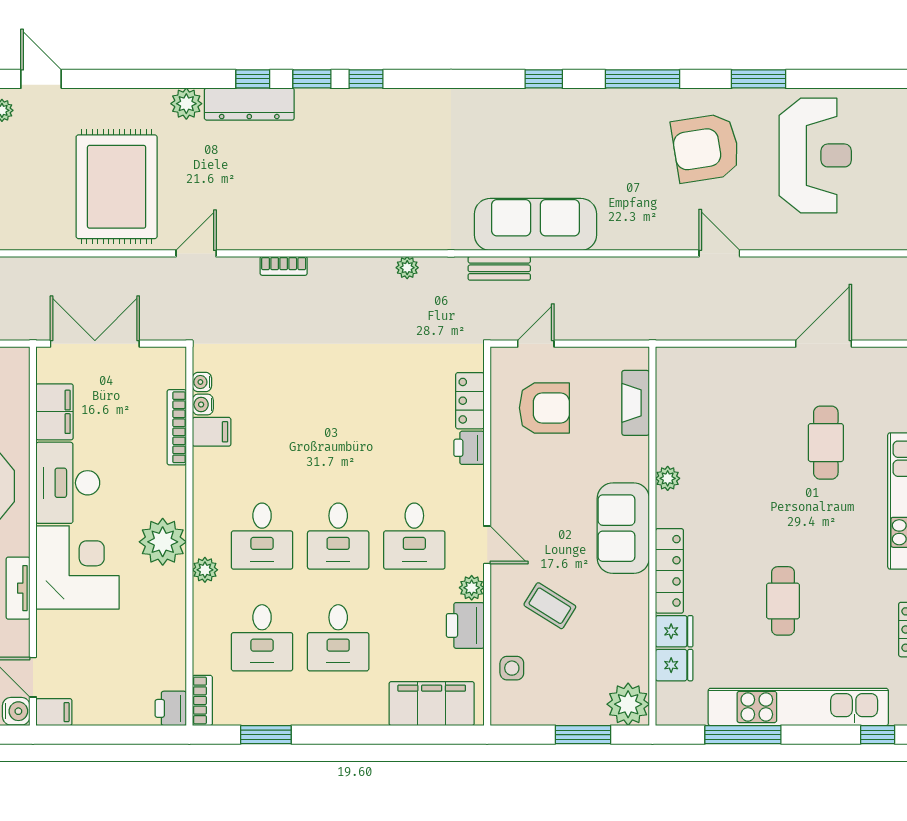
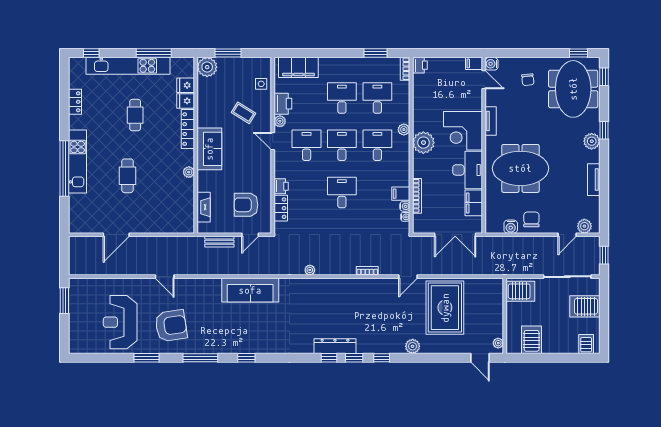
dresser: (249, 104) -> (335, 346), moved
bench: (499, 268) -> (219, 242), moved
desk: (338, 434) -> (342, 193), added
cafe table: (826, 443) -> (127, 176), moved

